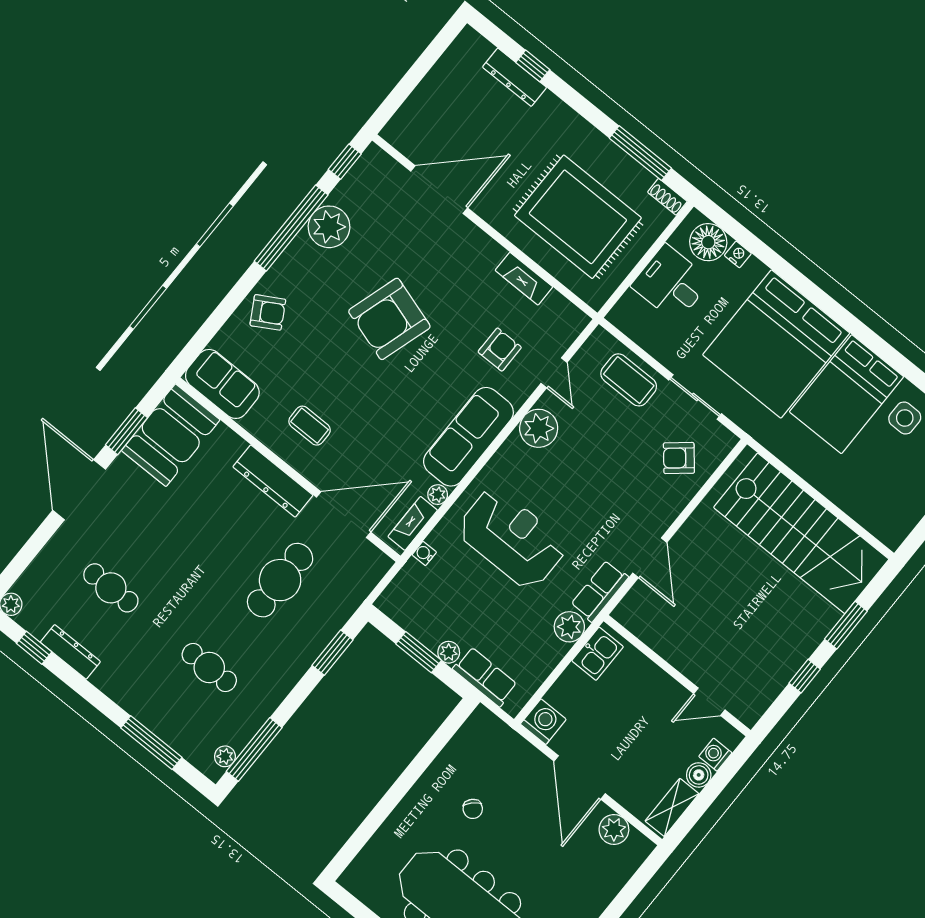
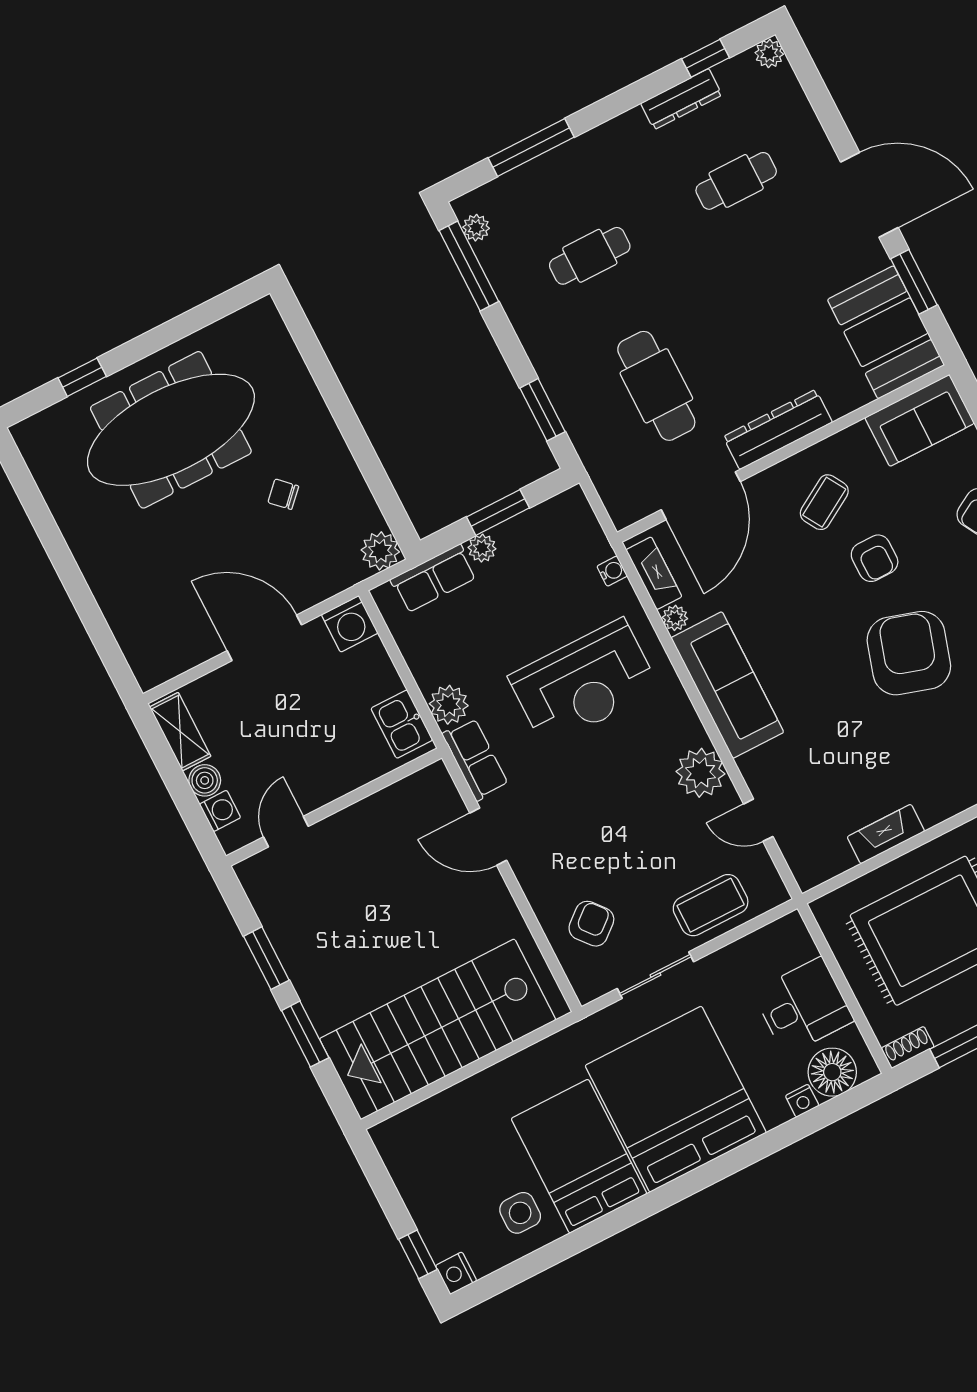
armchair: (500, 350) -> (875, 558), moved
coffee table: (310, 426) -> (824, 502), turned -31
window: (805, 676) -> (266, 958), width x1.50
plant: (614, 829) -> (380, 551), moved

